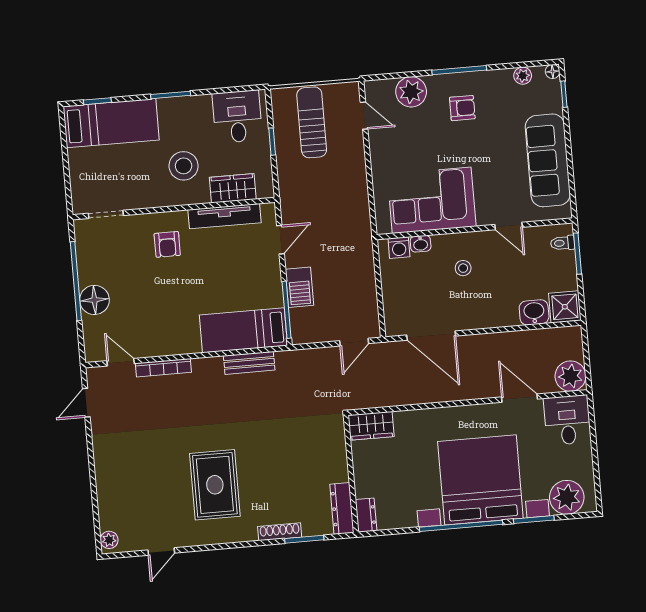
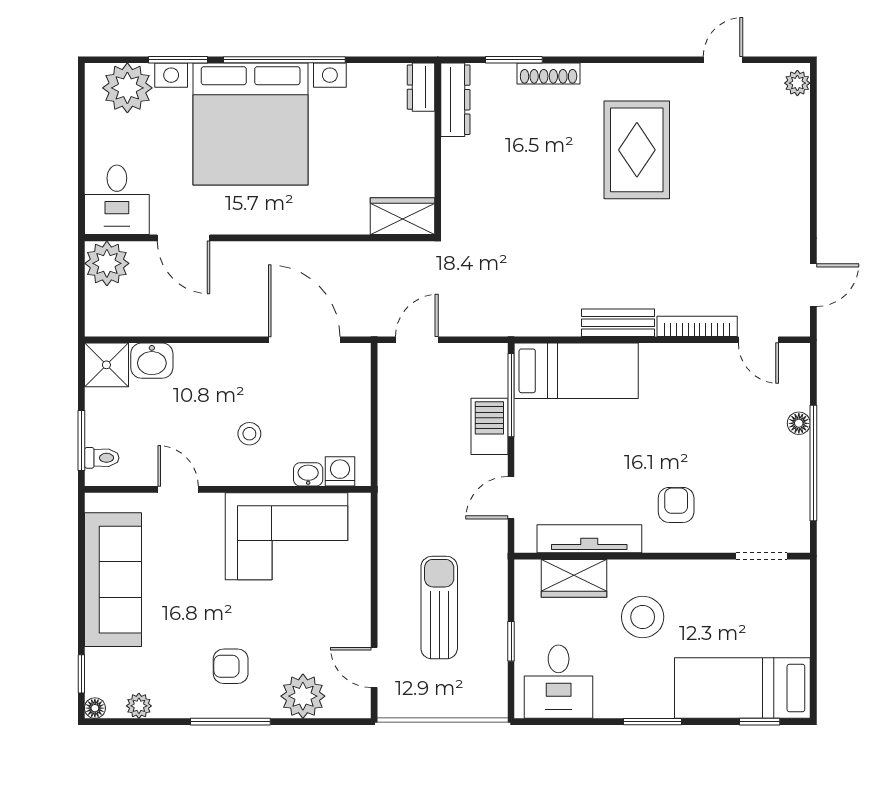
sun lounger: (312, 122) -> (439, 608), moved, turned 180
floor lamp: (94, 300) -> (799, 423), width x0.53, depth x0.53
bench: (249, 363) -> (618, 323), moved

